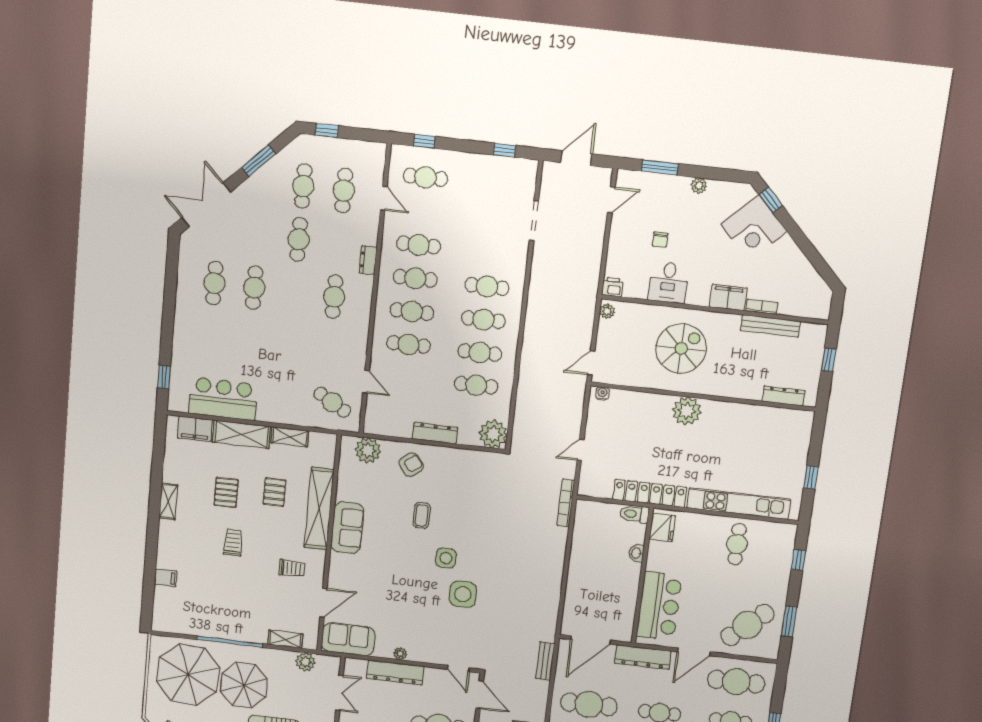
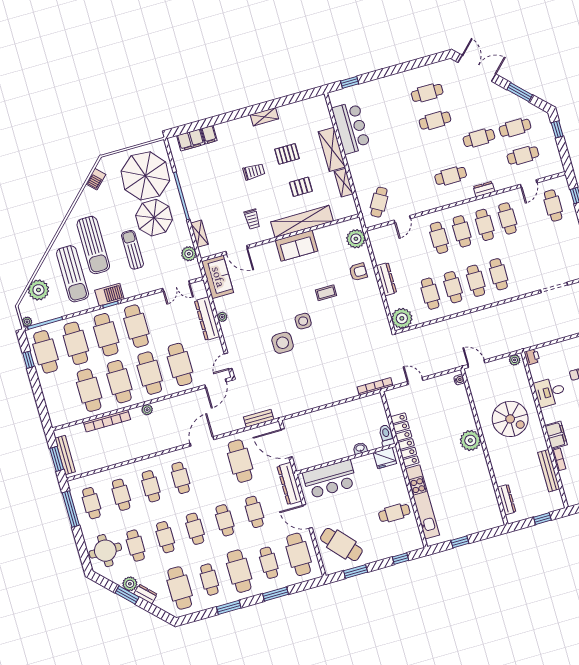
filing cabinet: (195, 429) -> (191, 140), moved, turned -90
armchair: (411, 465) -> (358, 272), turned -53

